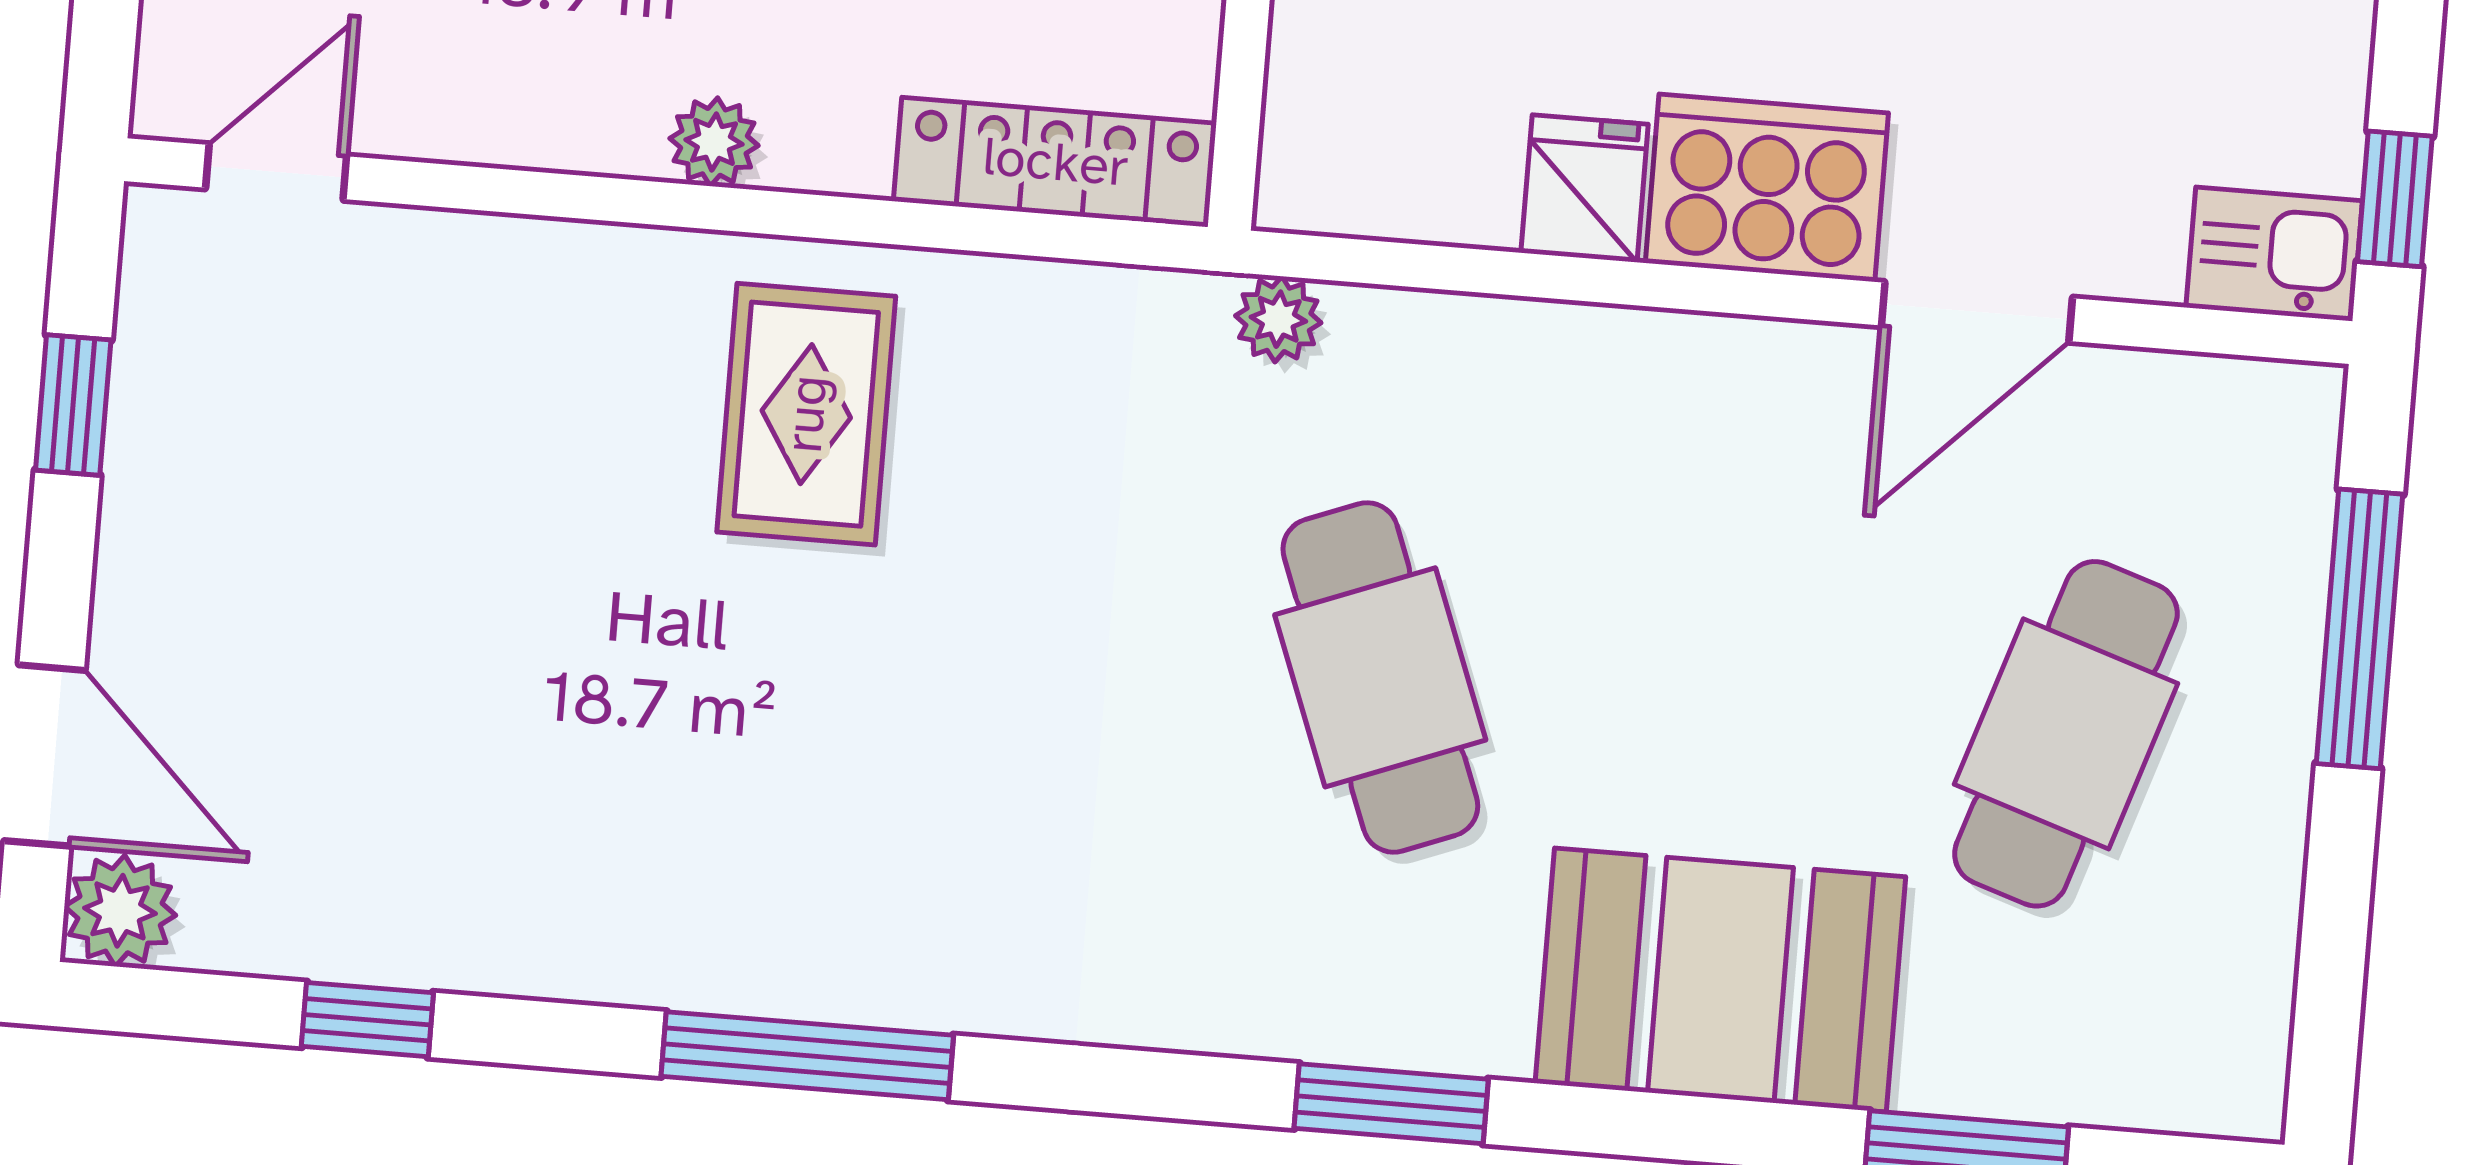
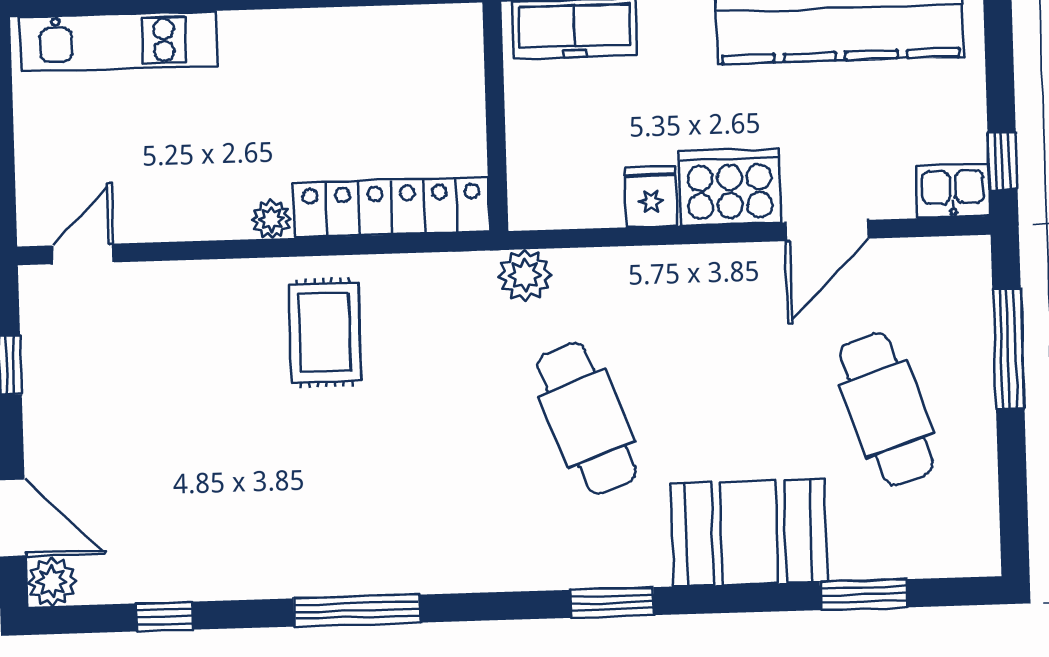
locker: (1055, 162) -> (391, 207), width x1.41, depth x1.21
plant: (1278, 319) -> (525, 275), width x1.38, depth x1.38
cafe table: (2066, 734) -> (886, 409), turned -36

